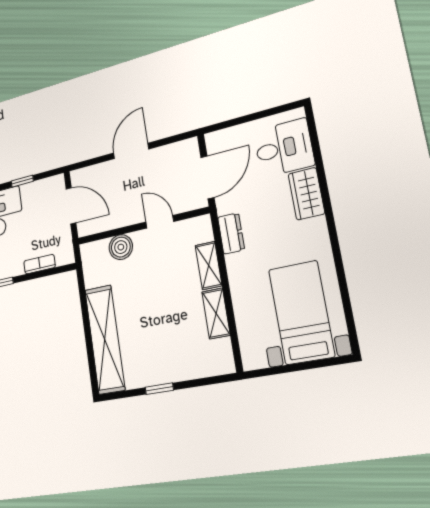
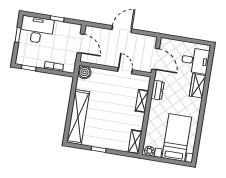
door: (207, 177) -> (156, 59), hinge flipped
boiler: (121, 247) -> (84, 72), moved
shelving: (216, 313) -> (135, 142), moved
plant: (256, 359) -> (149, 151), added

